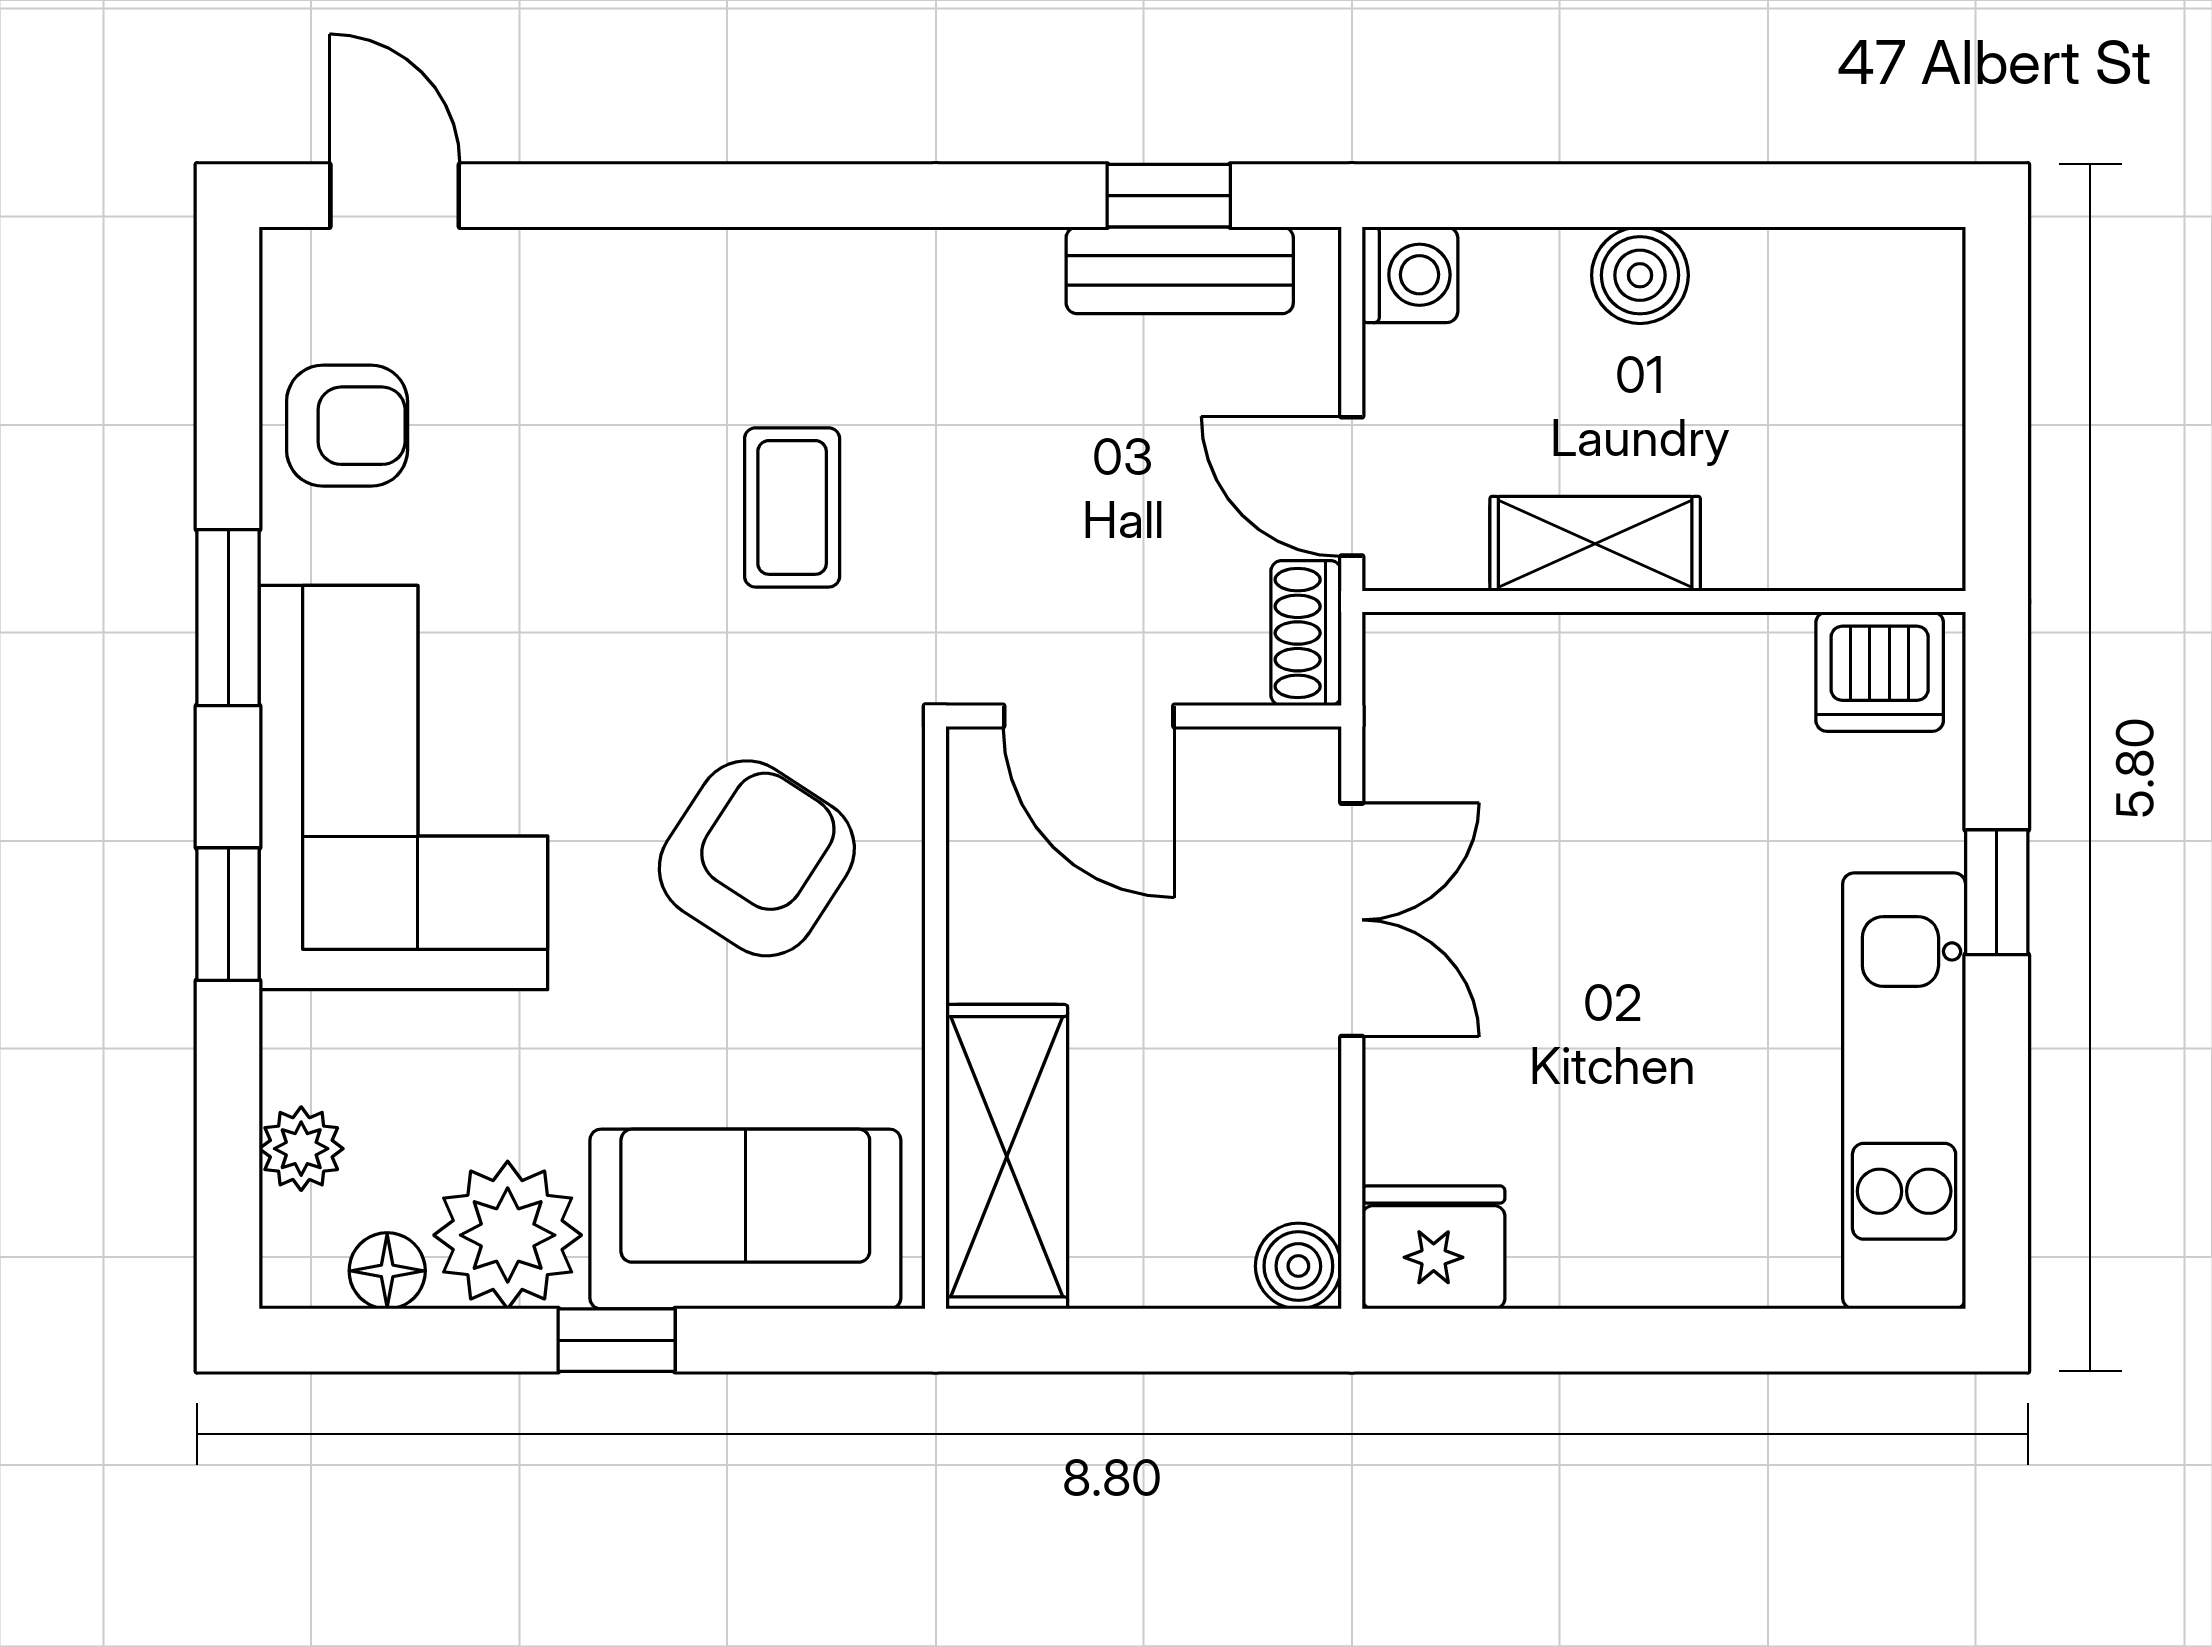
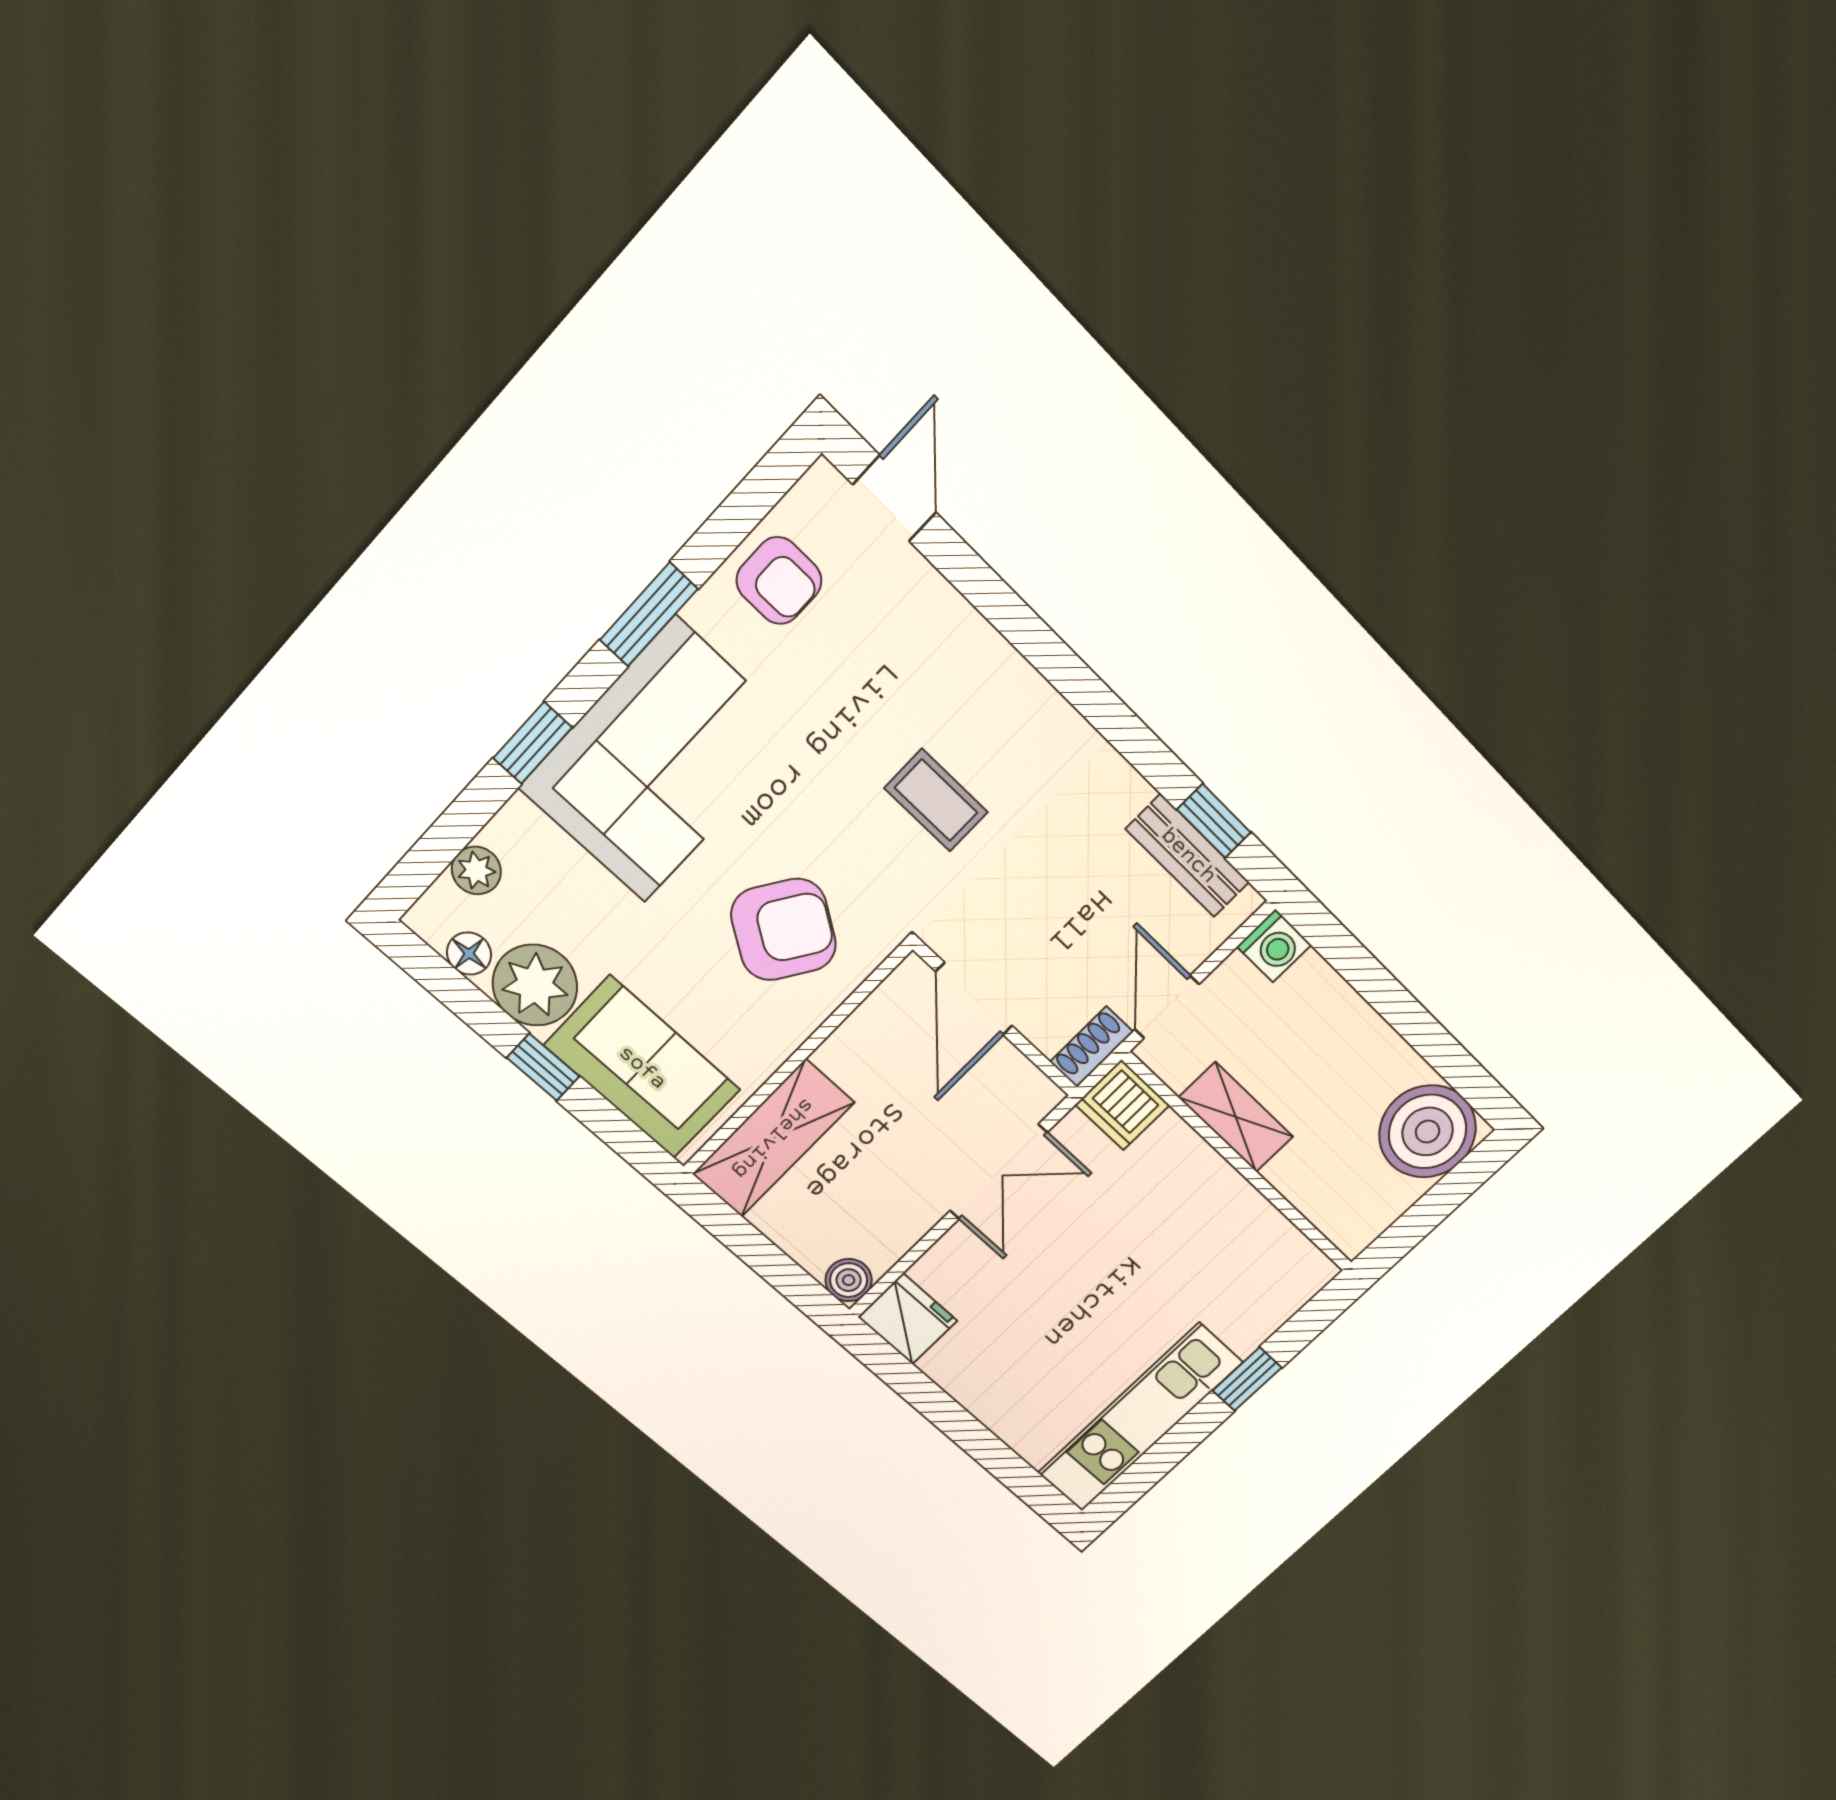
boiler: (1640, 275) -> (1428, 1132), moved, width x1.86, depth x1.86
coffee table: (792, 507) -> (936, 800), turned 90
dishwasher: (1880, 672) -> (1122, 1105), moved

